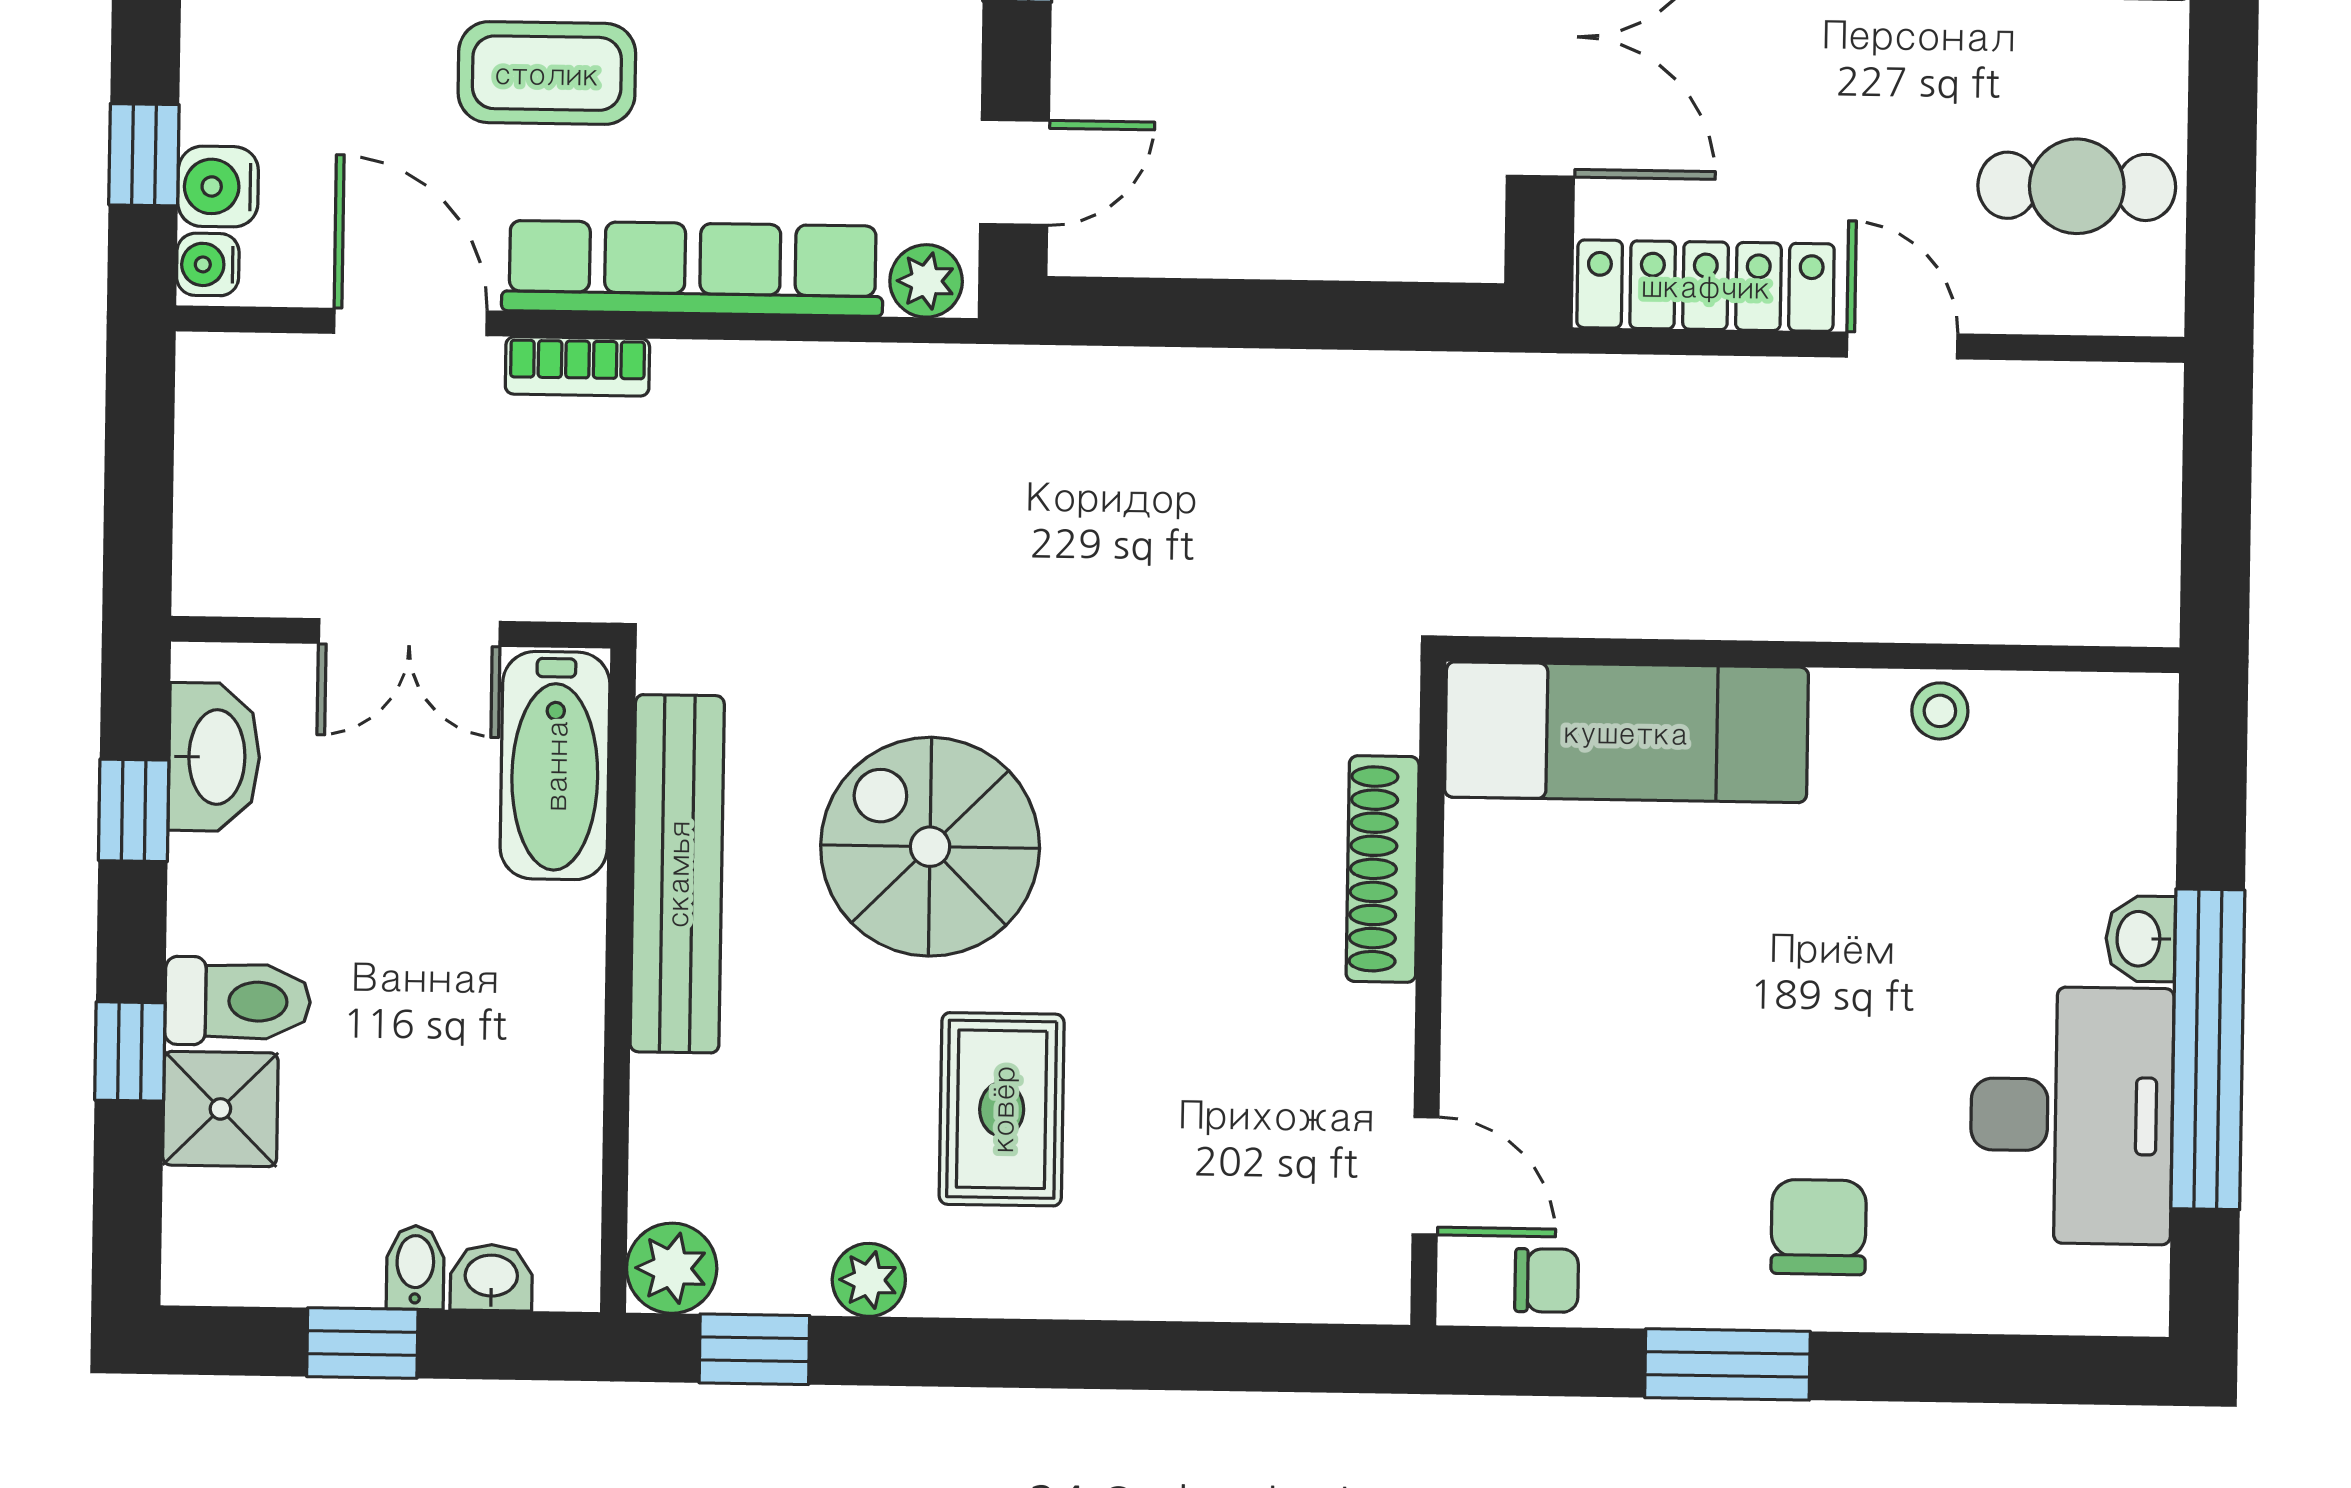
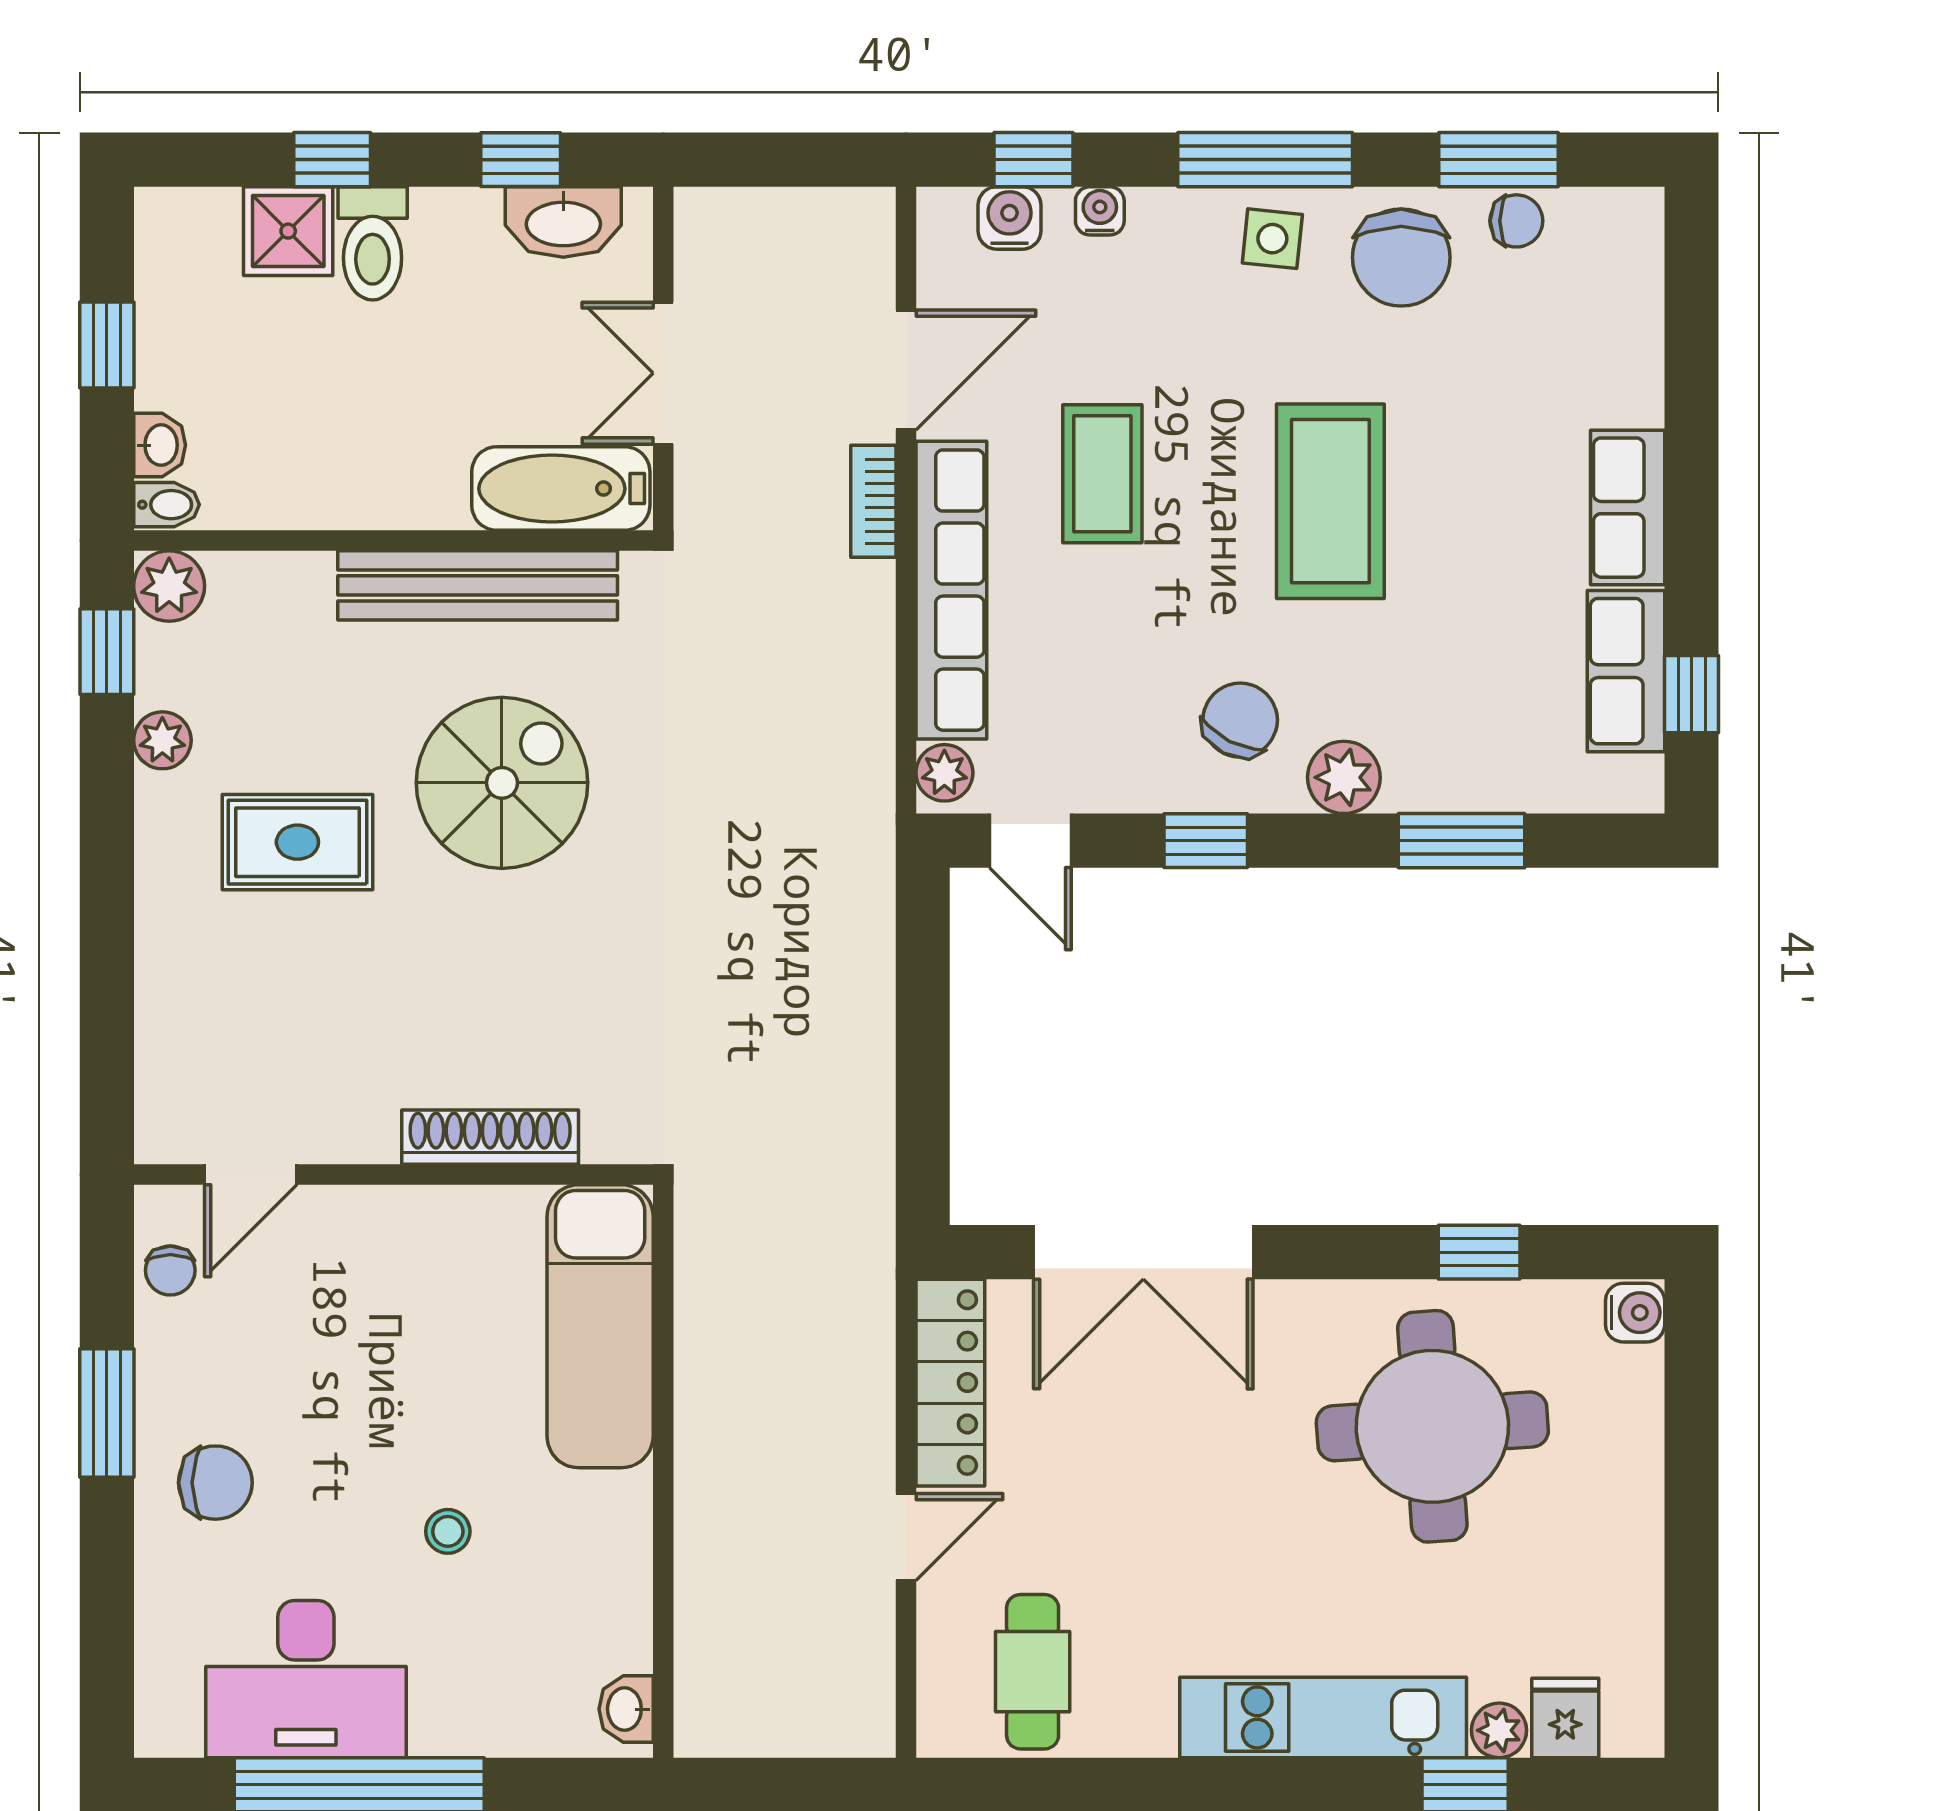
water cooler: (208, 264) -> (1100, 211), moved
stool: (1940, 711) -> (448, 1531), moved
washbasin: (2141, 939) -> (626, 1709), moved, turned -90
bidet: (415, 1267) -> (167, 505), moved

